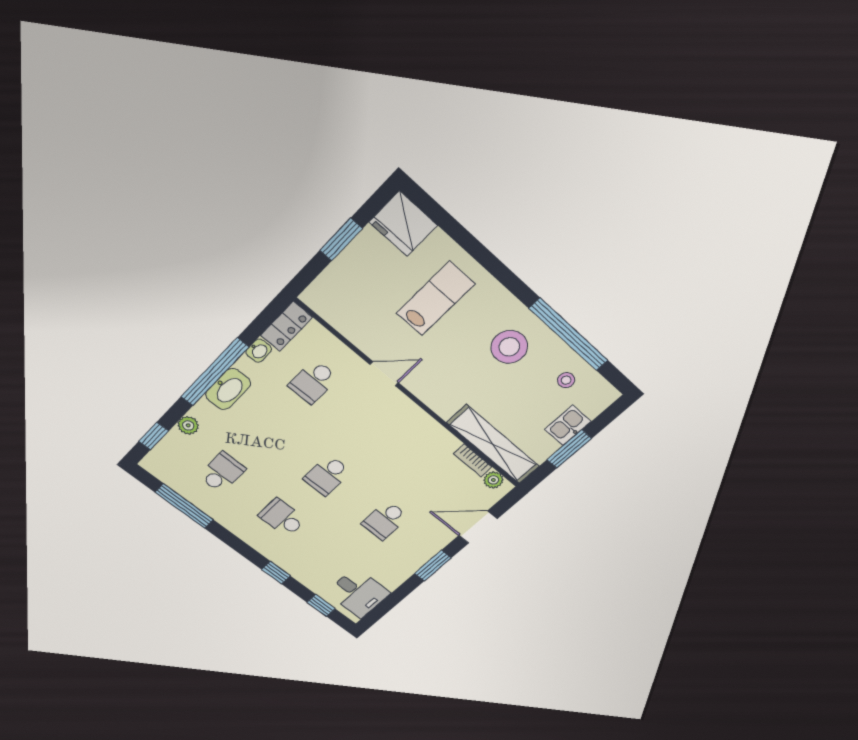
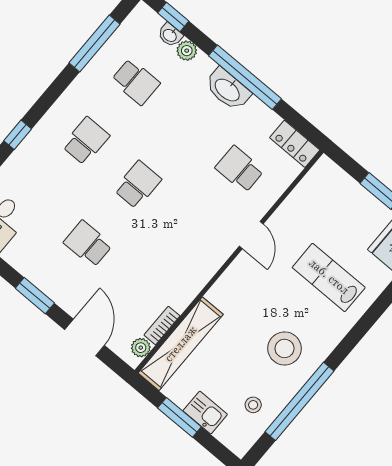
lab bench: (436, 299) -> (329, 277), turned 180
washbasin: (259, 351) -> (170, 35), moved
school desk: (327, 475) -> (138, 185), turned 90

